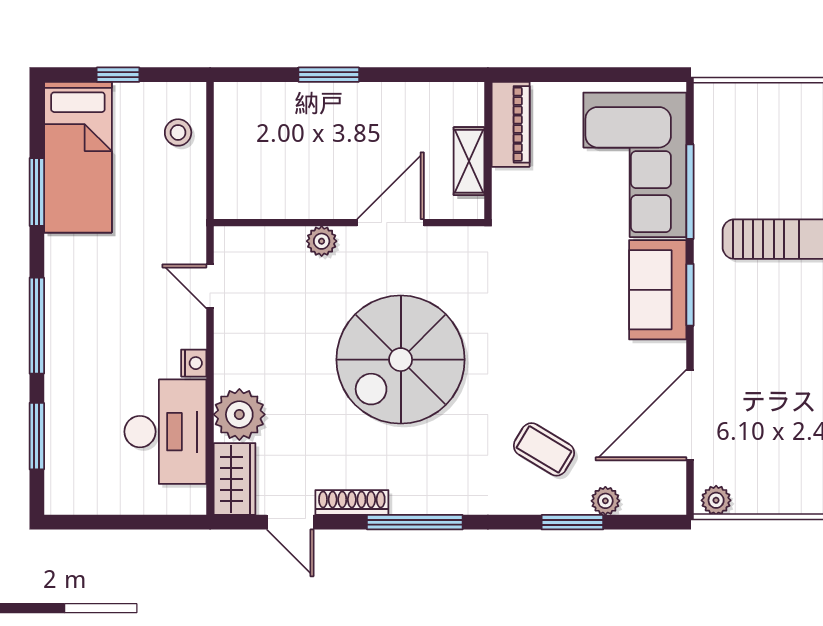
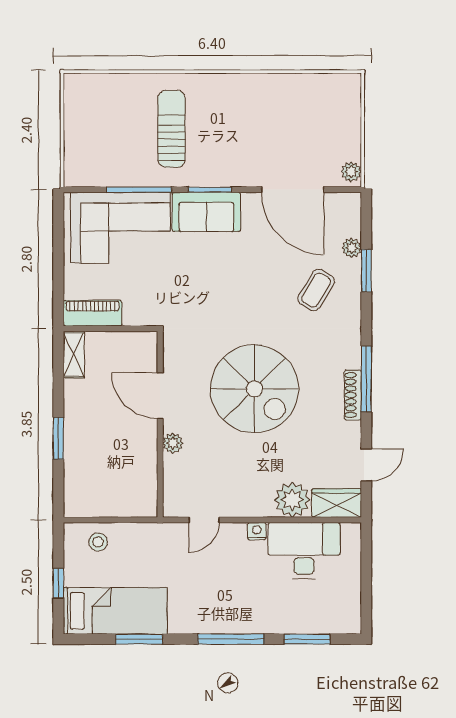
shelving: (469, 161) -> (74, 355), moved, turned 90
shoe rack: (352, 503) -> (353, 395), moved

